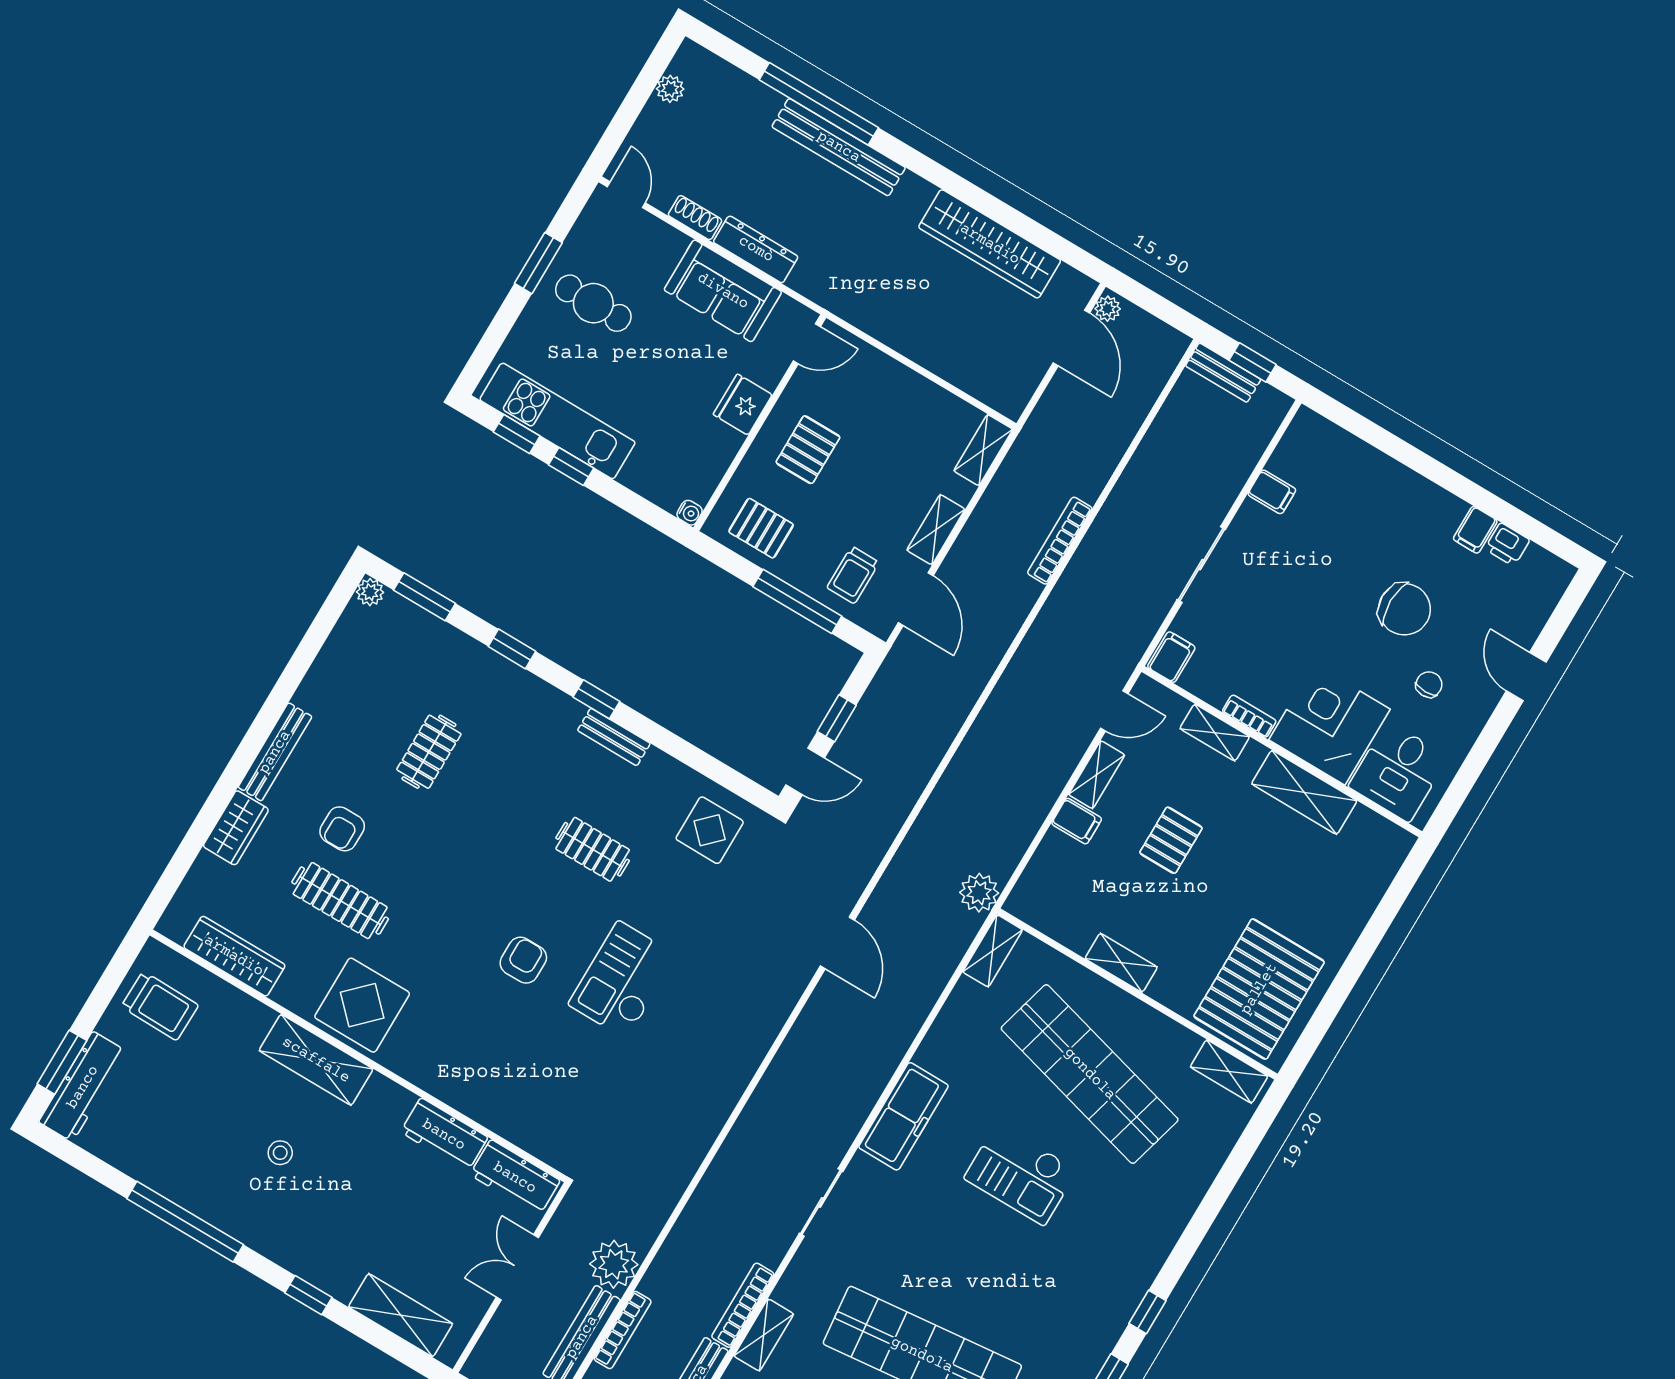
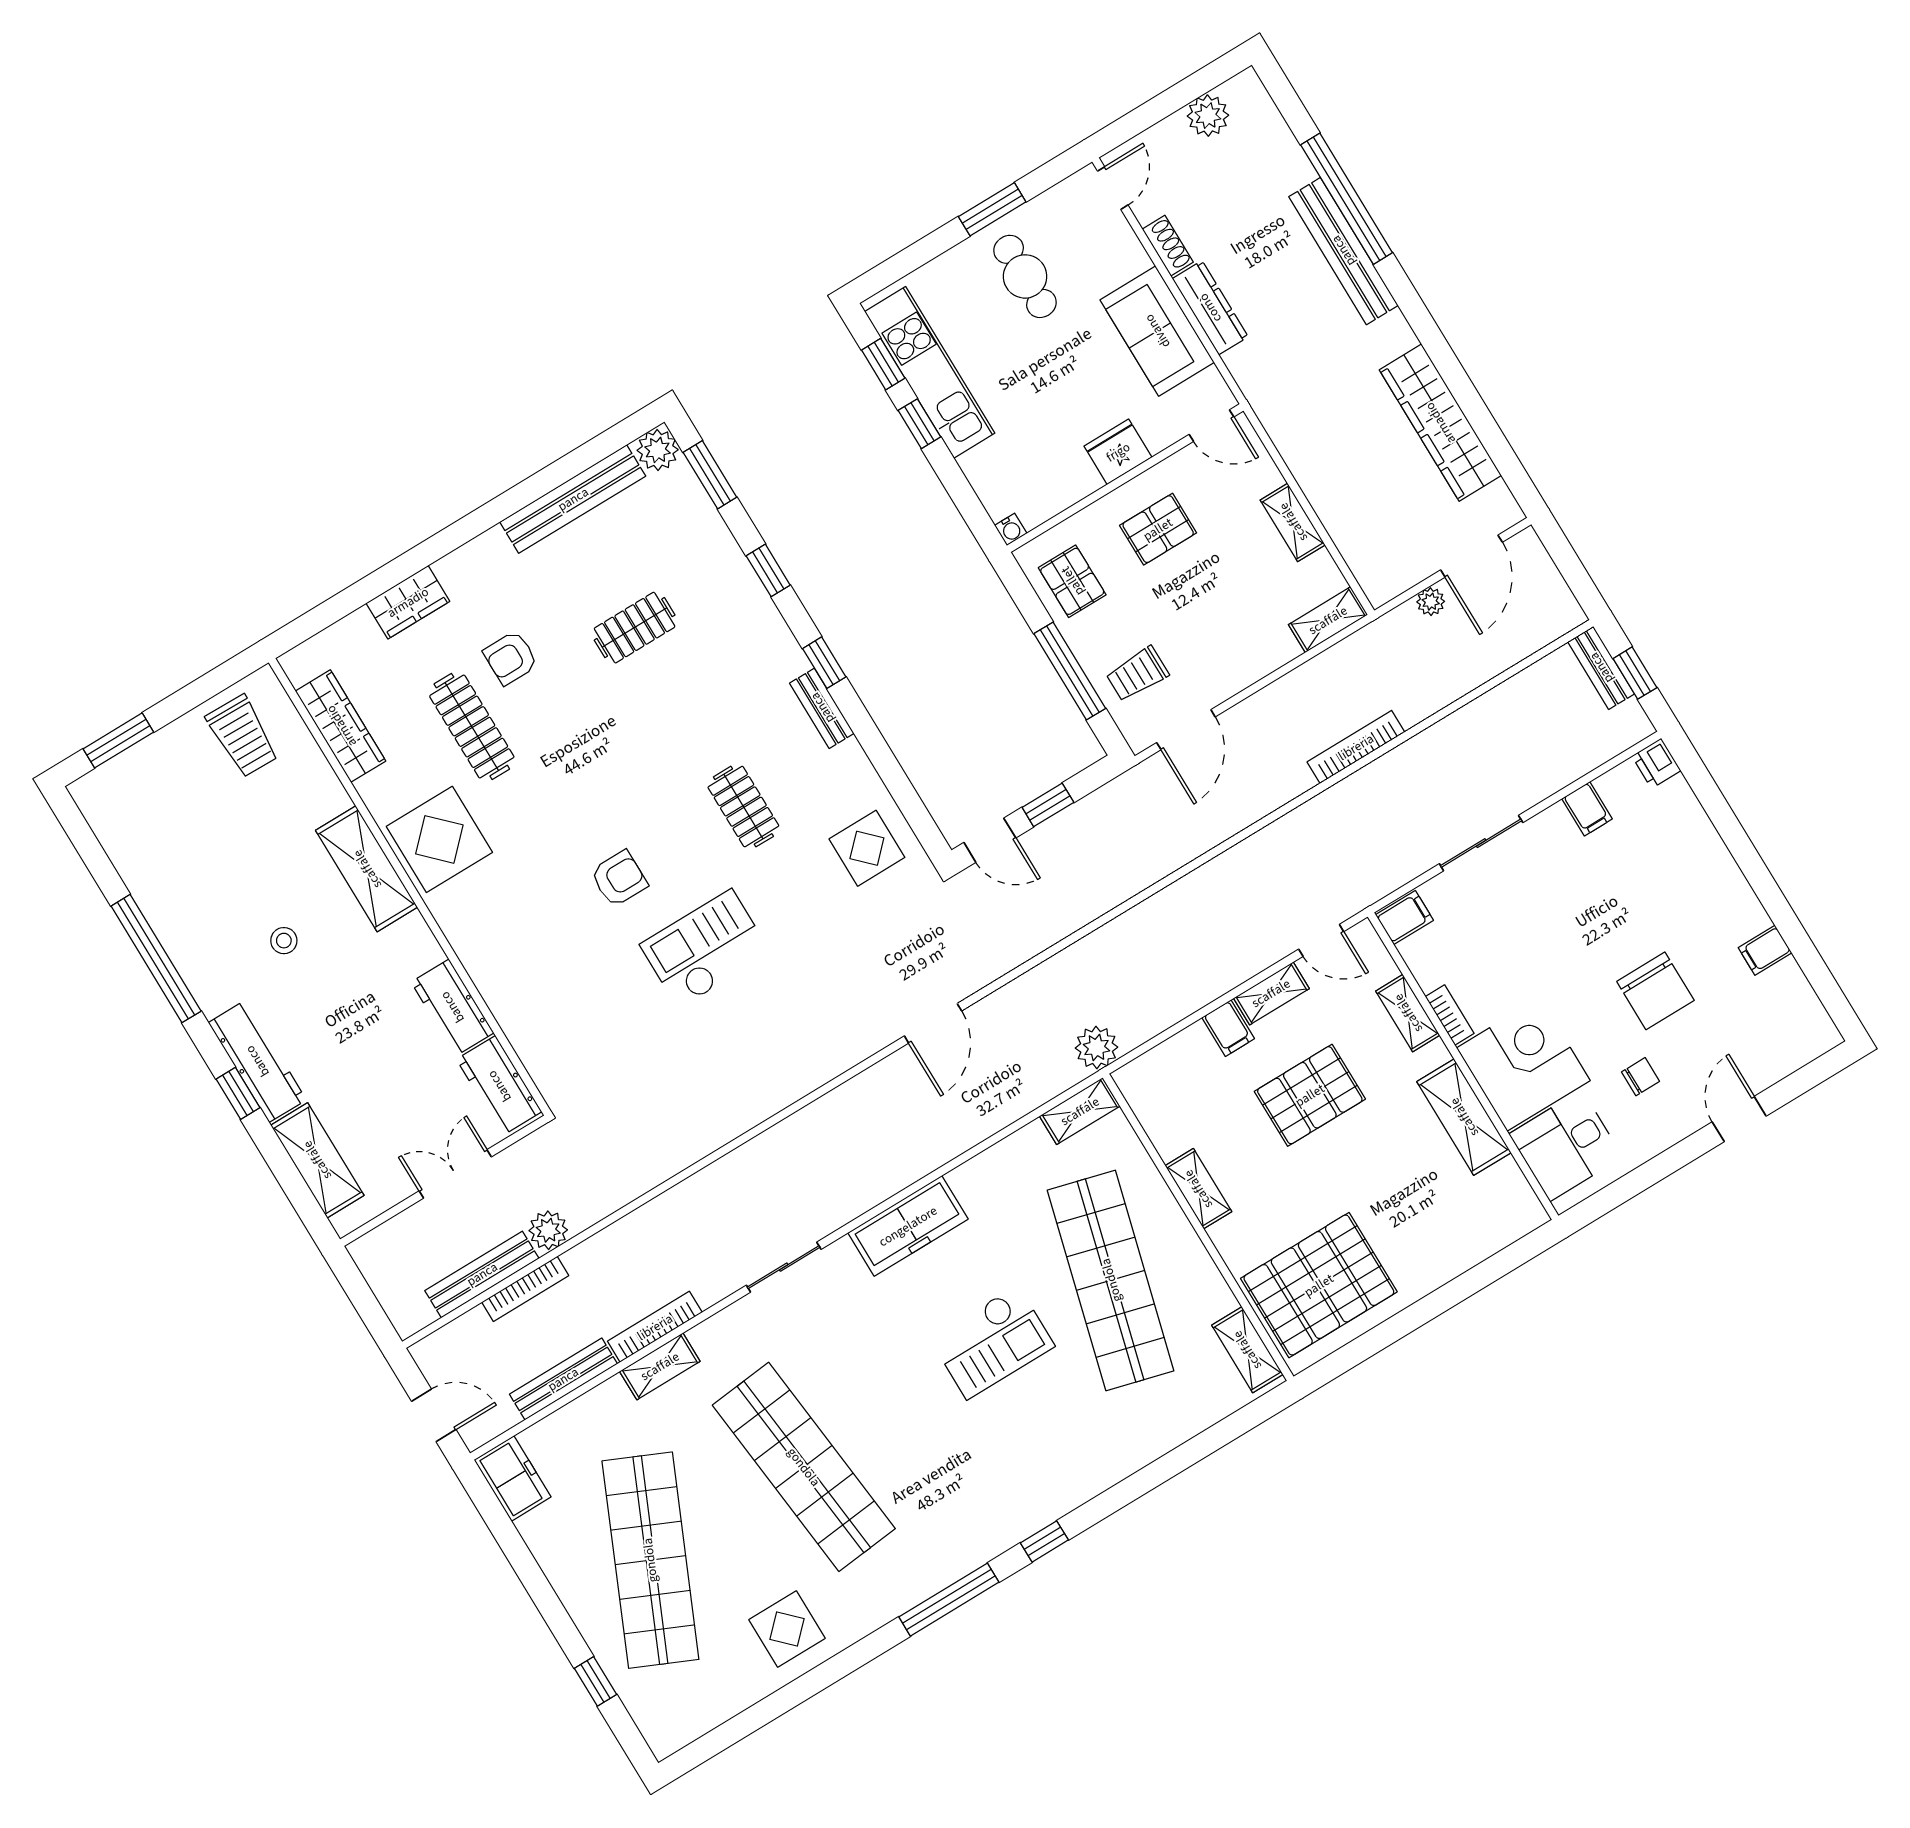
plant: (670, 89) -> (1208, 116), width x1.38, depth x1.38
plant: (1108, 309) -> (1431, 602), moved
shelving: (936, 530) -> (1293, 522), moved, turned 90
printer: (1507, 544) -> (1656, 763), moved
plant: (370, 592) -> (658, 450), width x1.38, depth x1.38
bench: (275, 752) -> (573, 499), moved, width x1.37, depth x1.21
pallet: (1171, 840) -> (1310, 1095), width x1.50, depth x1.42
workbench: (83, 1087) -> (257, 1061), moved, turned -90
checkout: (1021, 1174) -> (992, 1342), turned -90
plant: (614, 1264) -> (548, 1230), width x0.73, depth x0.73

